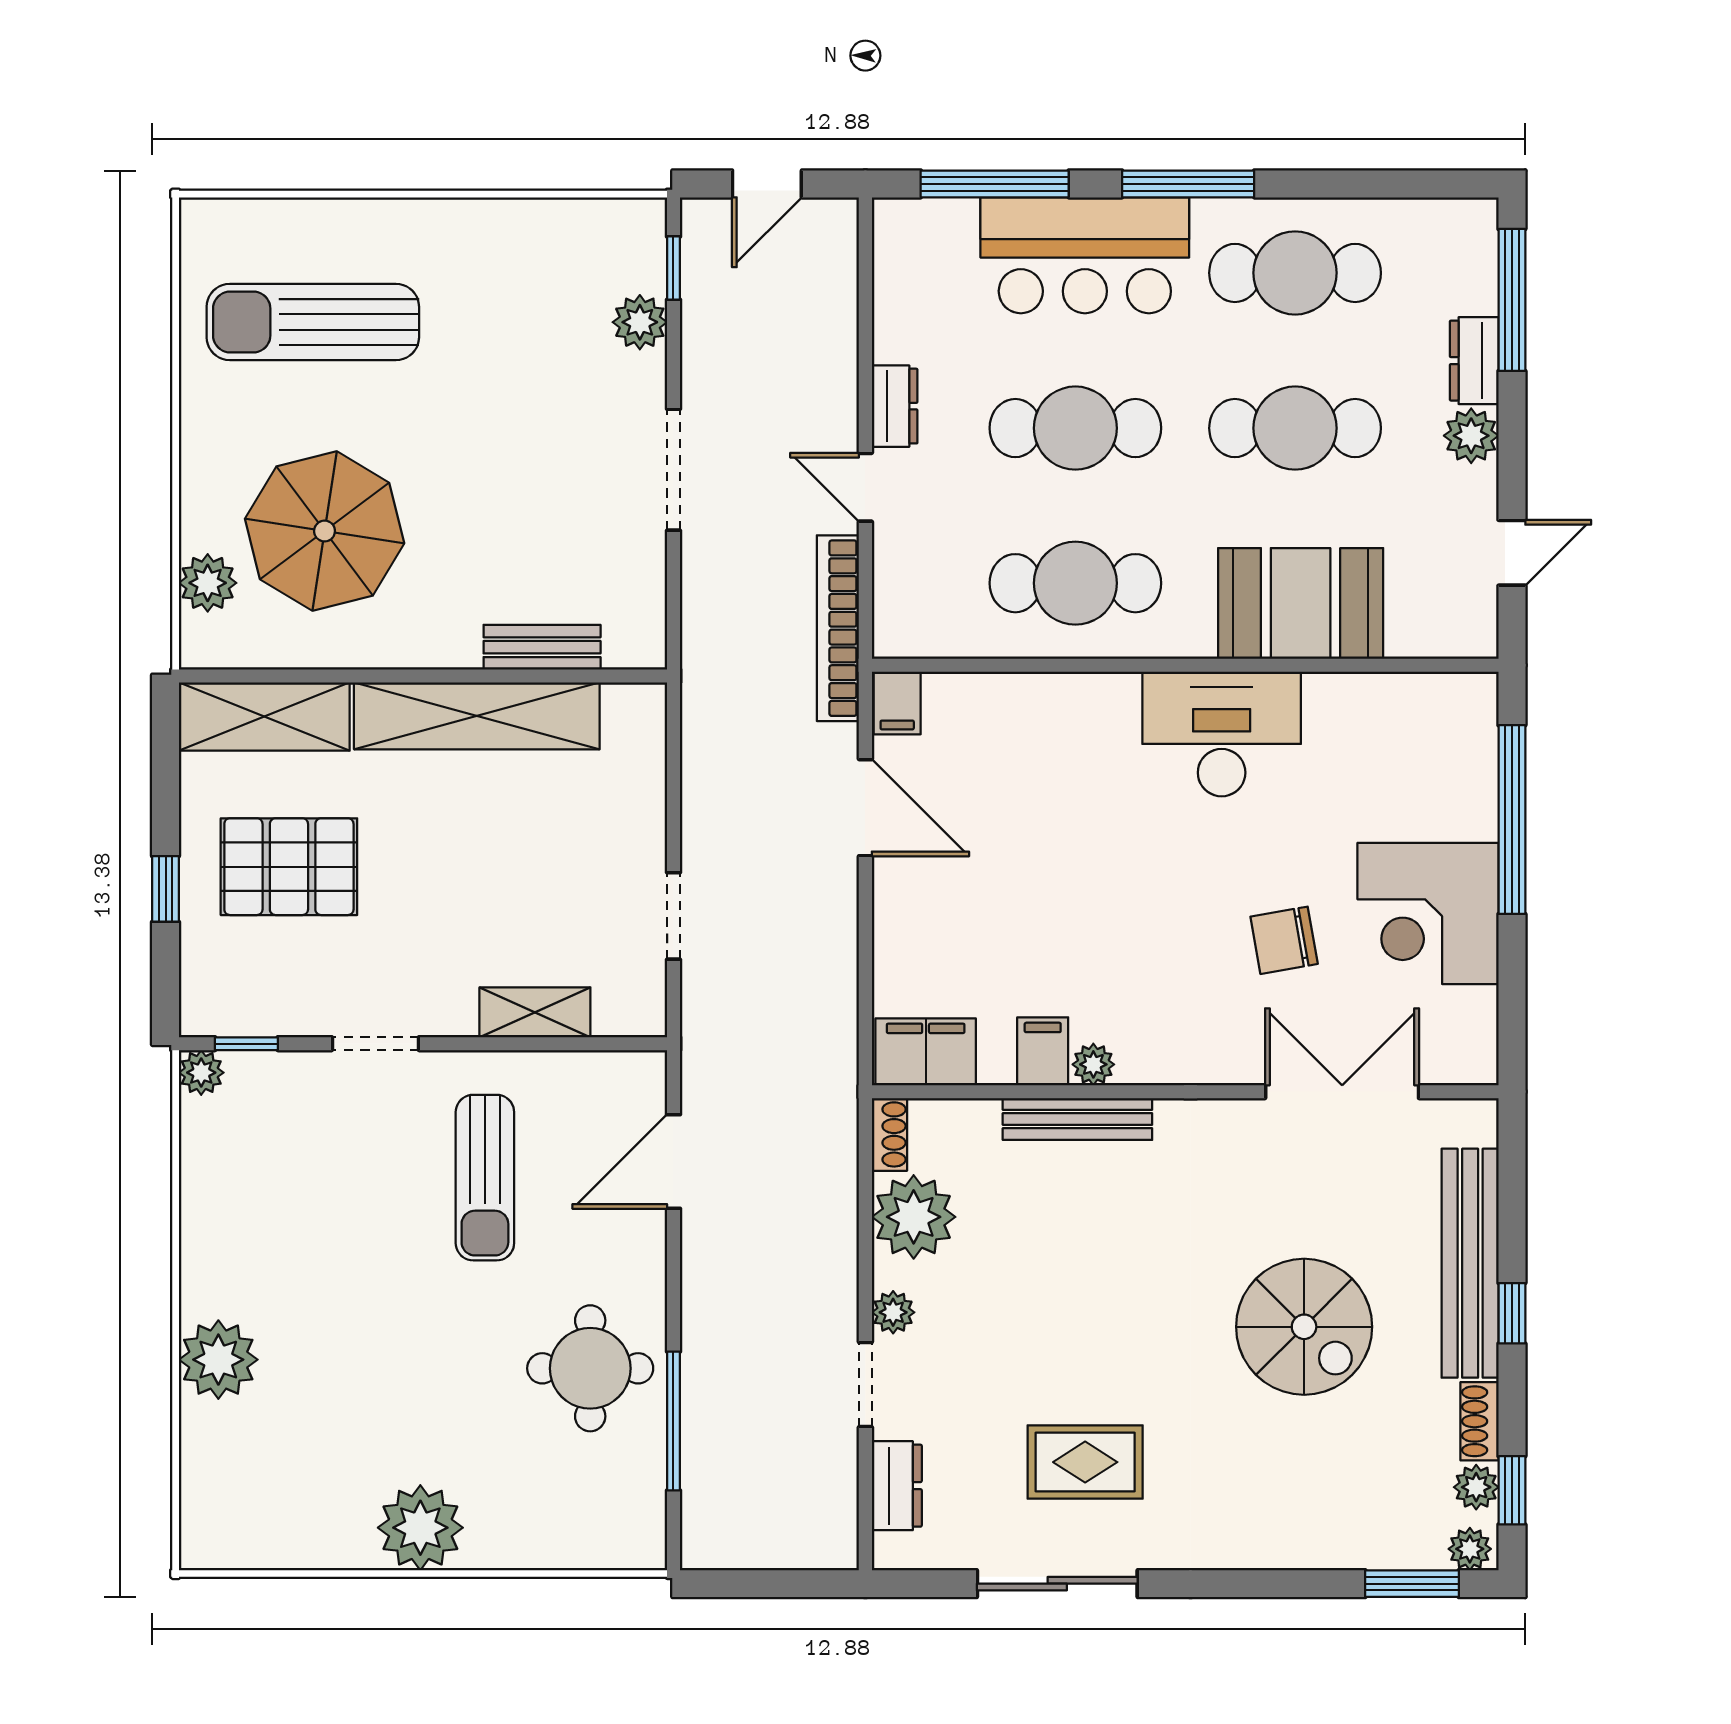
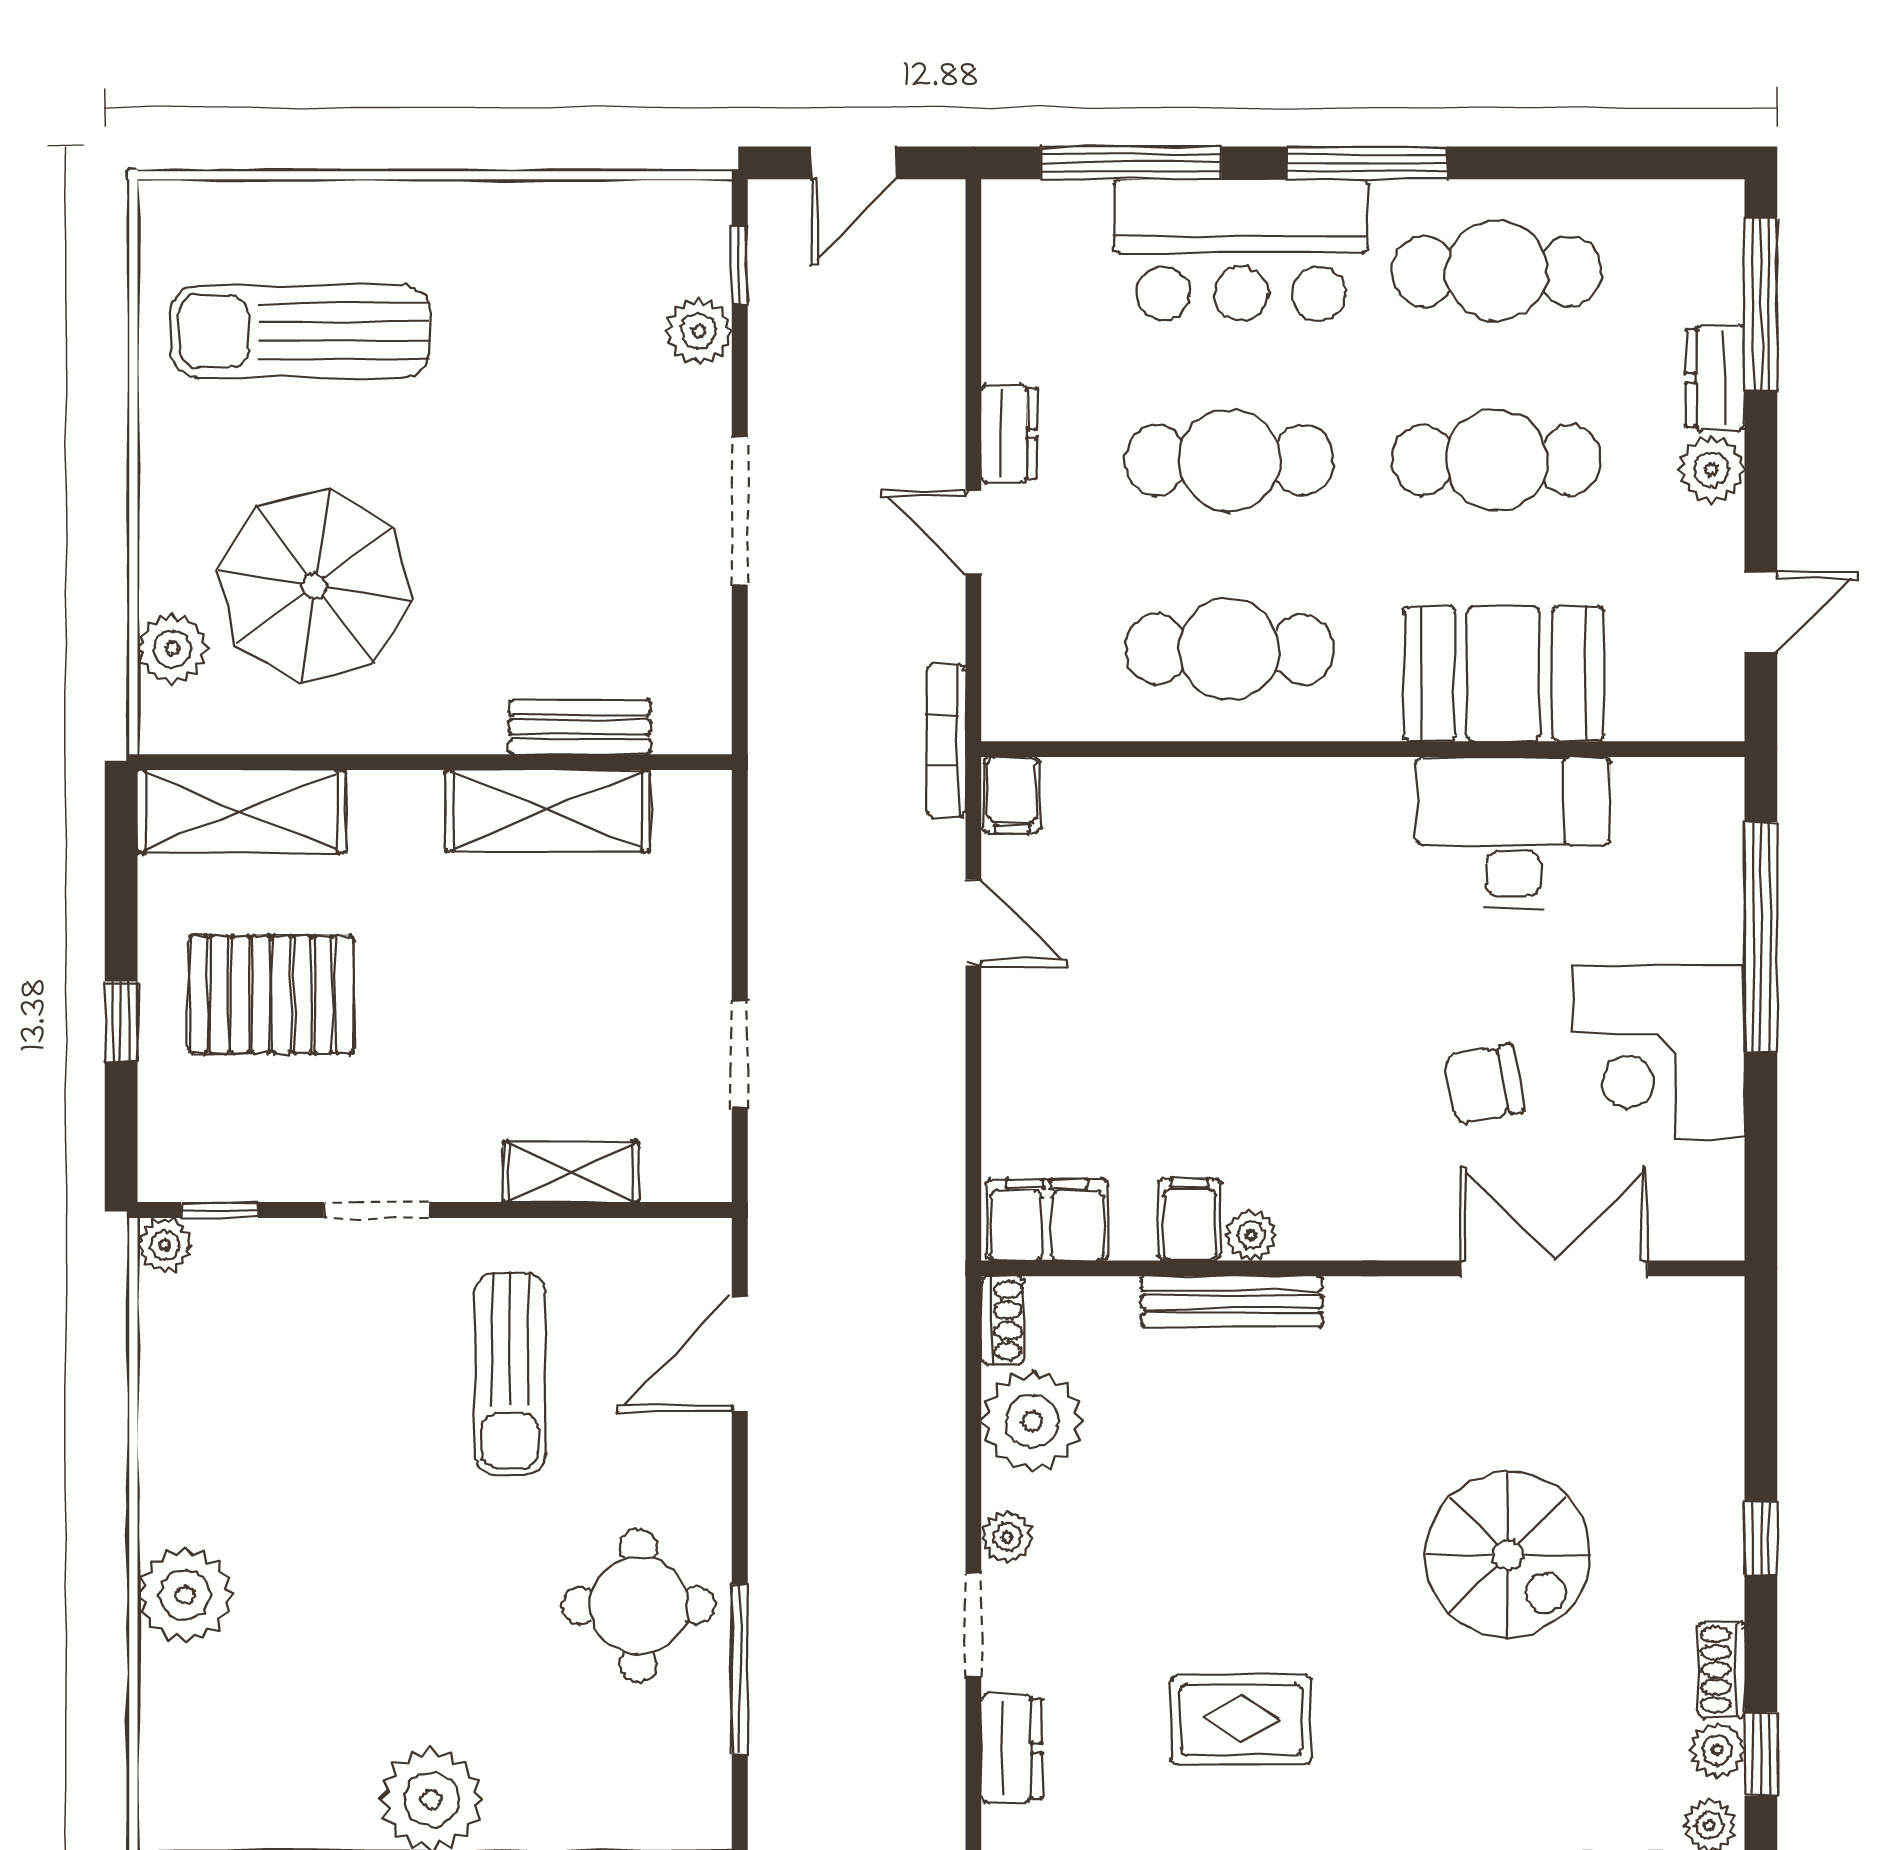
bookcase: (838, 628) -> (946, 741), width x0.68, depth x0.76
shelving: (477, 716) -> (548, 811), width x0.68
desk: (1222, 734) -> (1513, 833), moved
door: (865, 808) -> (973, 923), width x0.73
bench: (1470, 1263) -> (1710, 1477), removed

